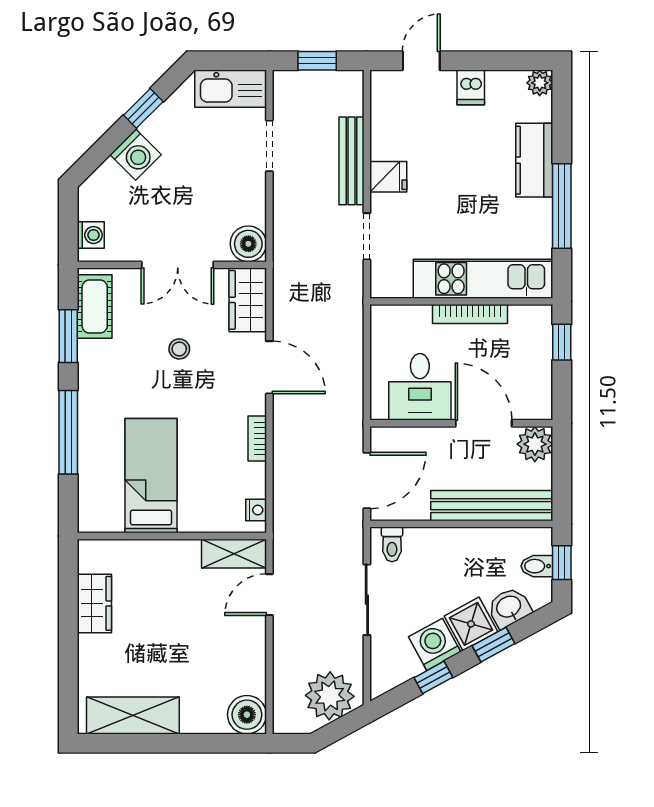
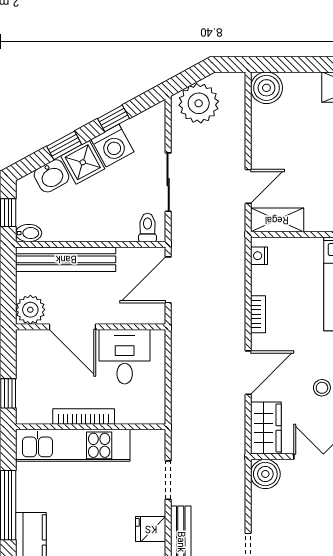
door: (269, 367) -> (248, 373), swing flipped
bidet: (537, 566) -> (29, 233), moved

